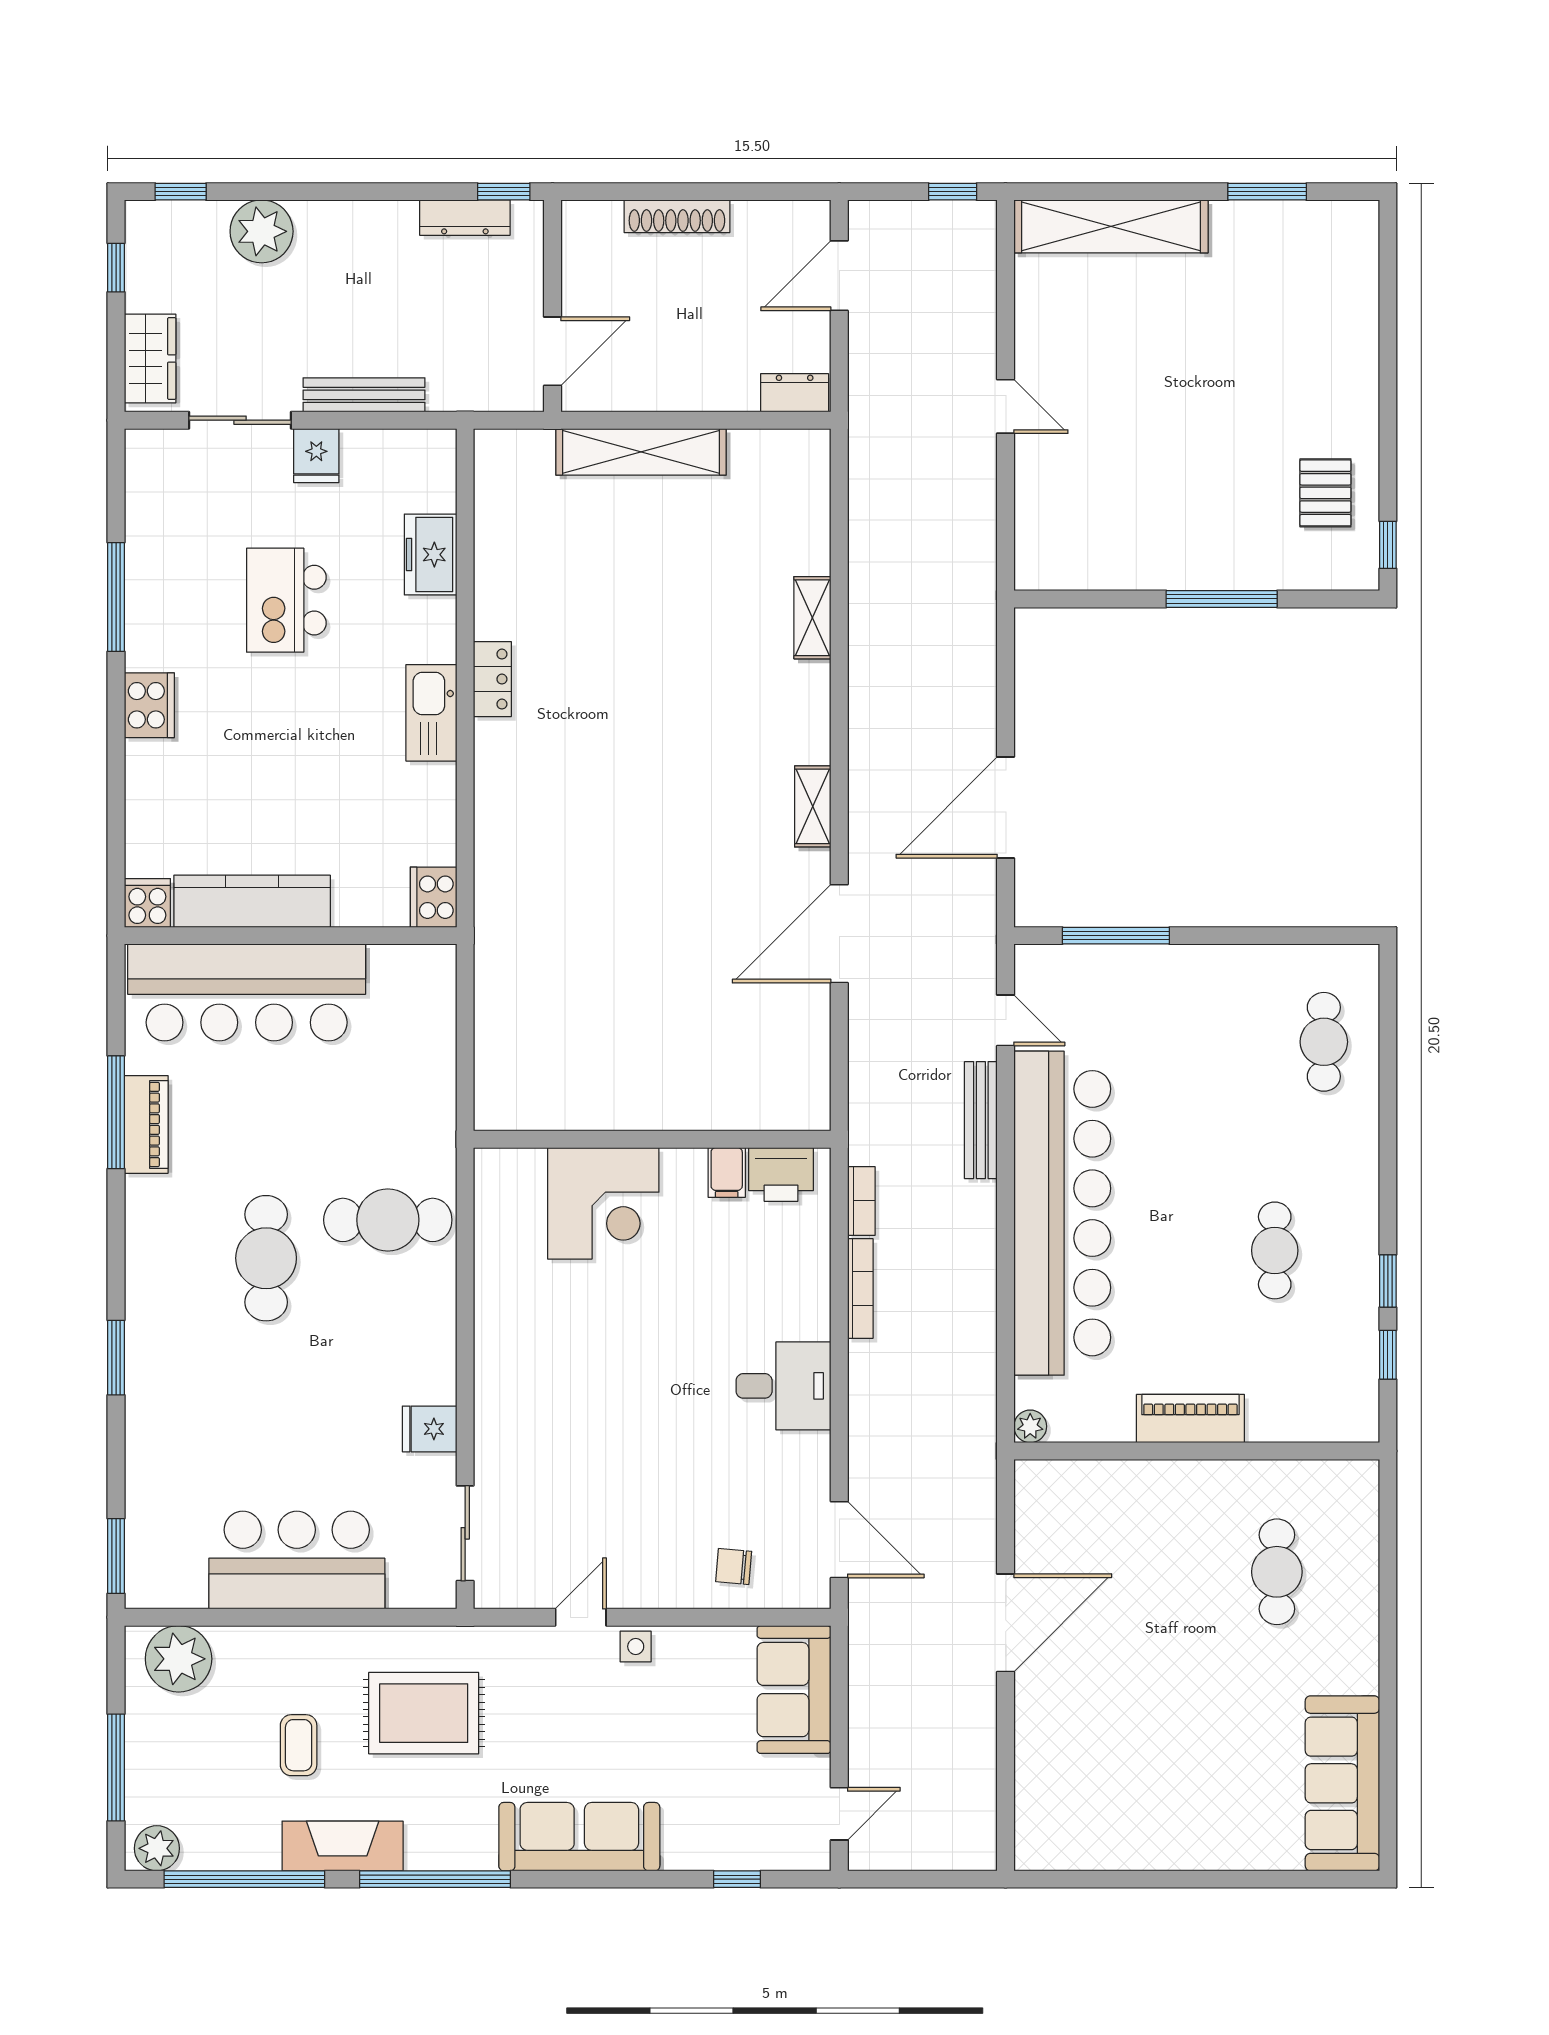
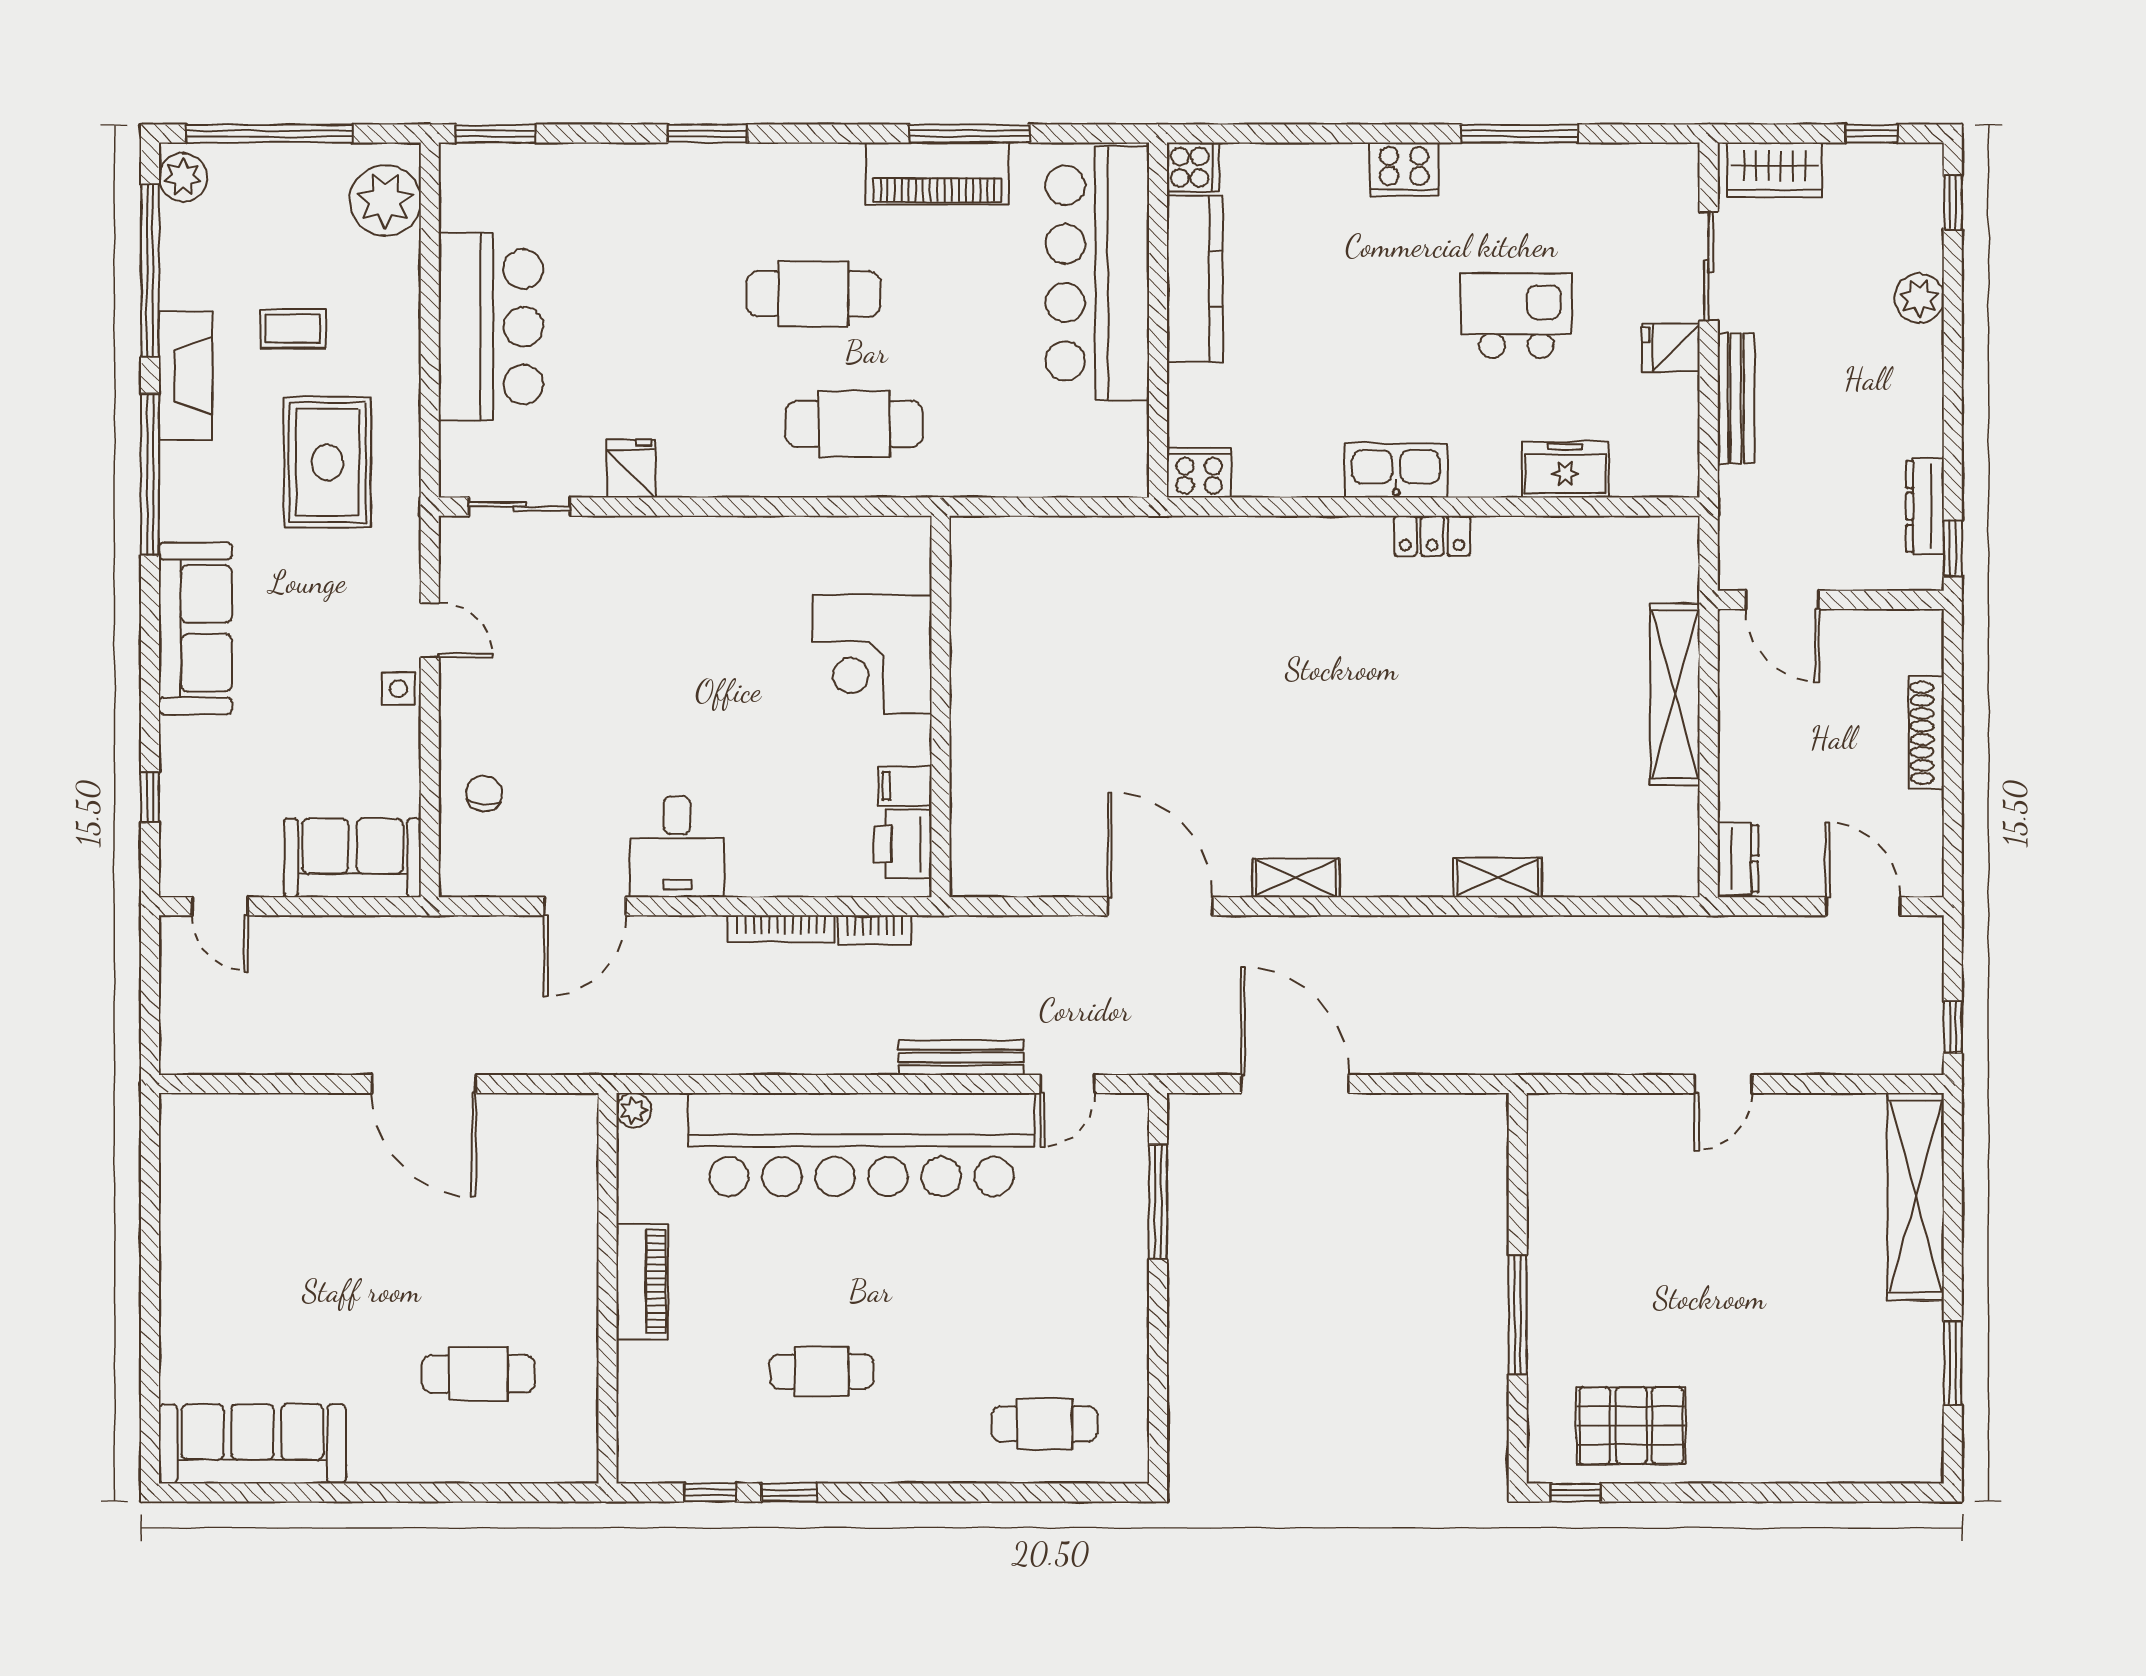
plant: (262, 231) -> (1919, 298), width x0.73, depth x0.73
pallet: (1325, 493) -> (1631, 1426), width x1.50, depth x1.42
piano: (146, 1124) -> (937, 173), width x1.37, depth x1.33
cafe table: (388, 1220) -> (854, 424), turned 90
door: (839, 1540) -> (585, 906), moved
window: (116, 1767) -> (269, 134), width x1.46

